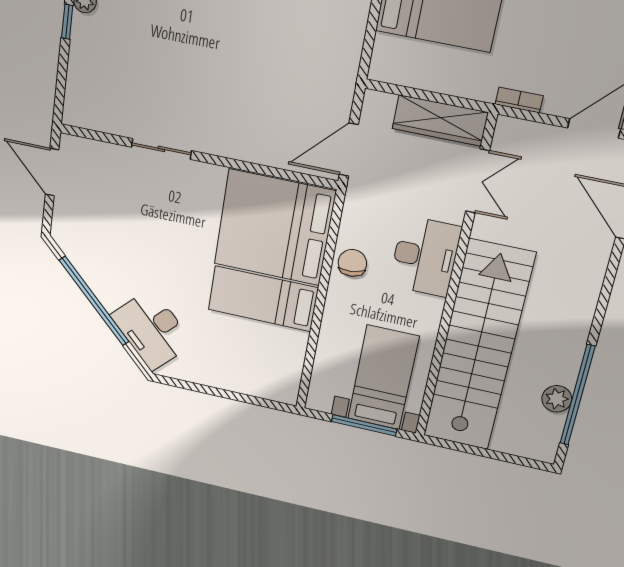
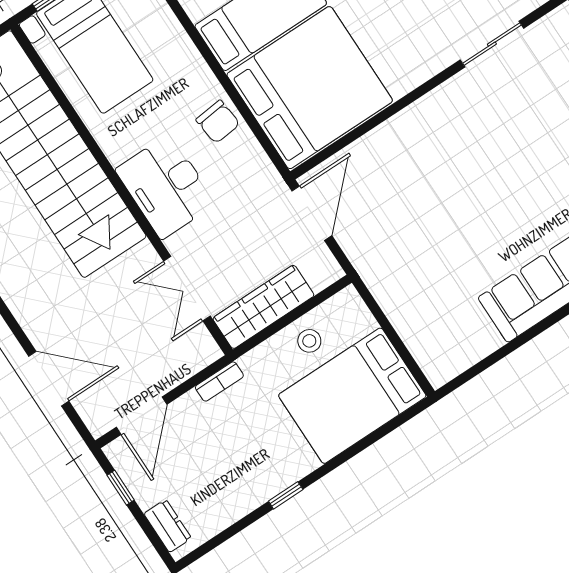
stool: (432, 68) -> (309, 341), added
sliding door: (161, 149) -> (492, 44), moved

